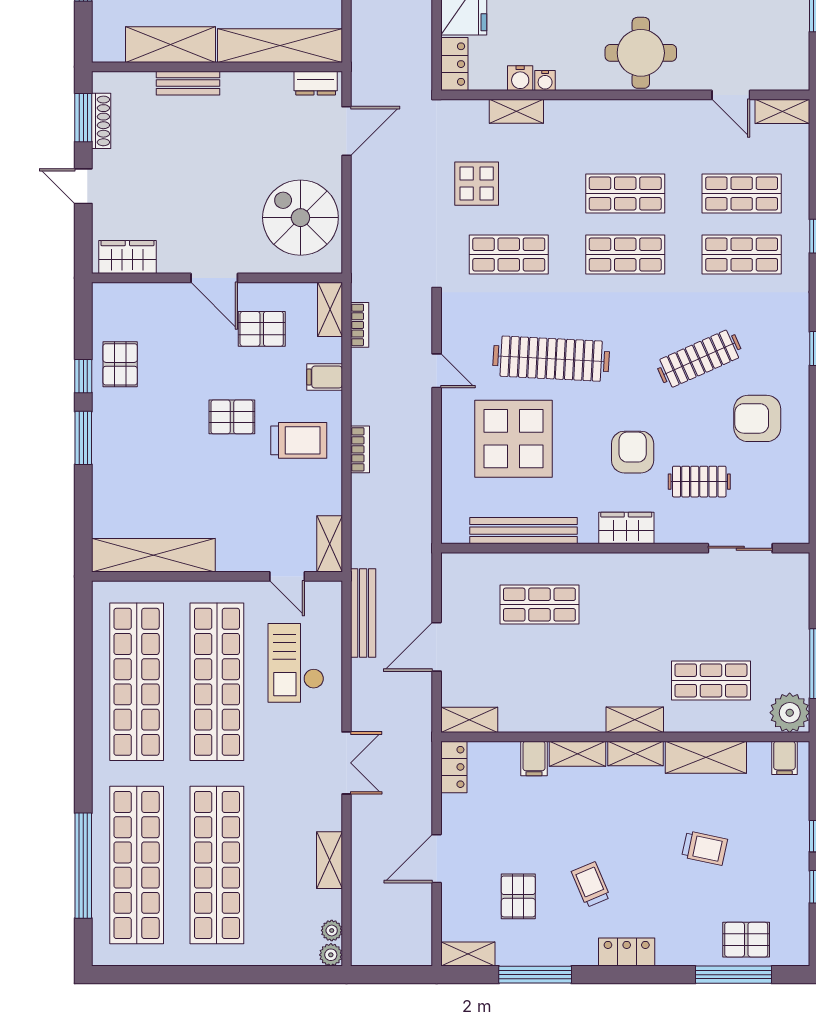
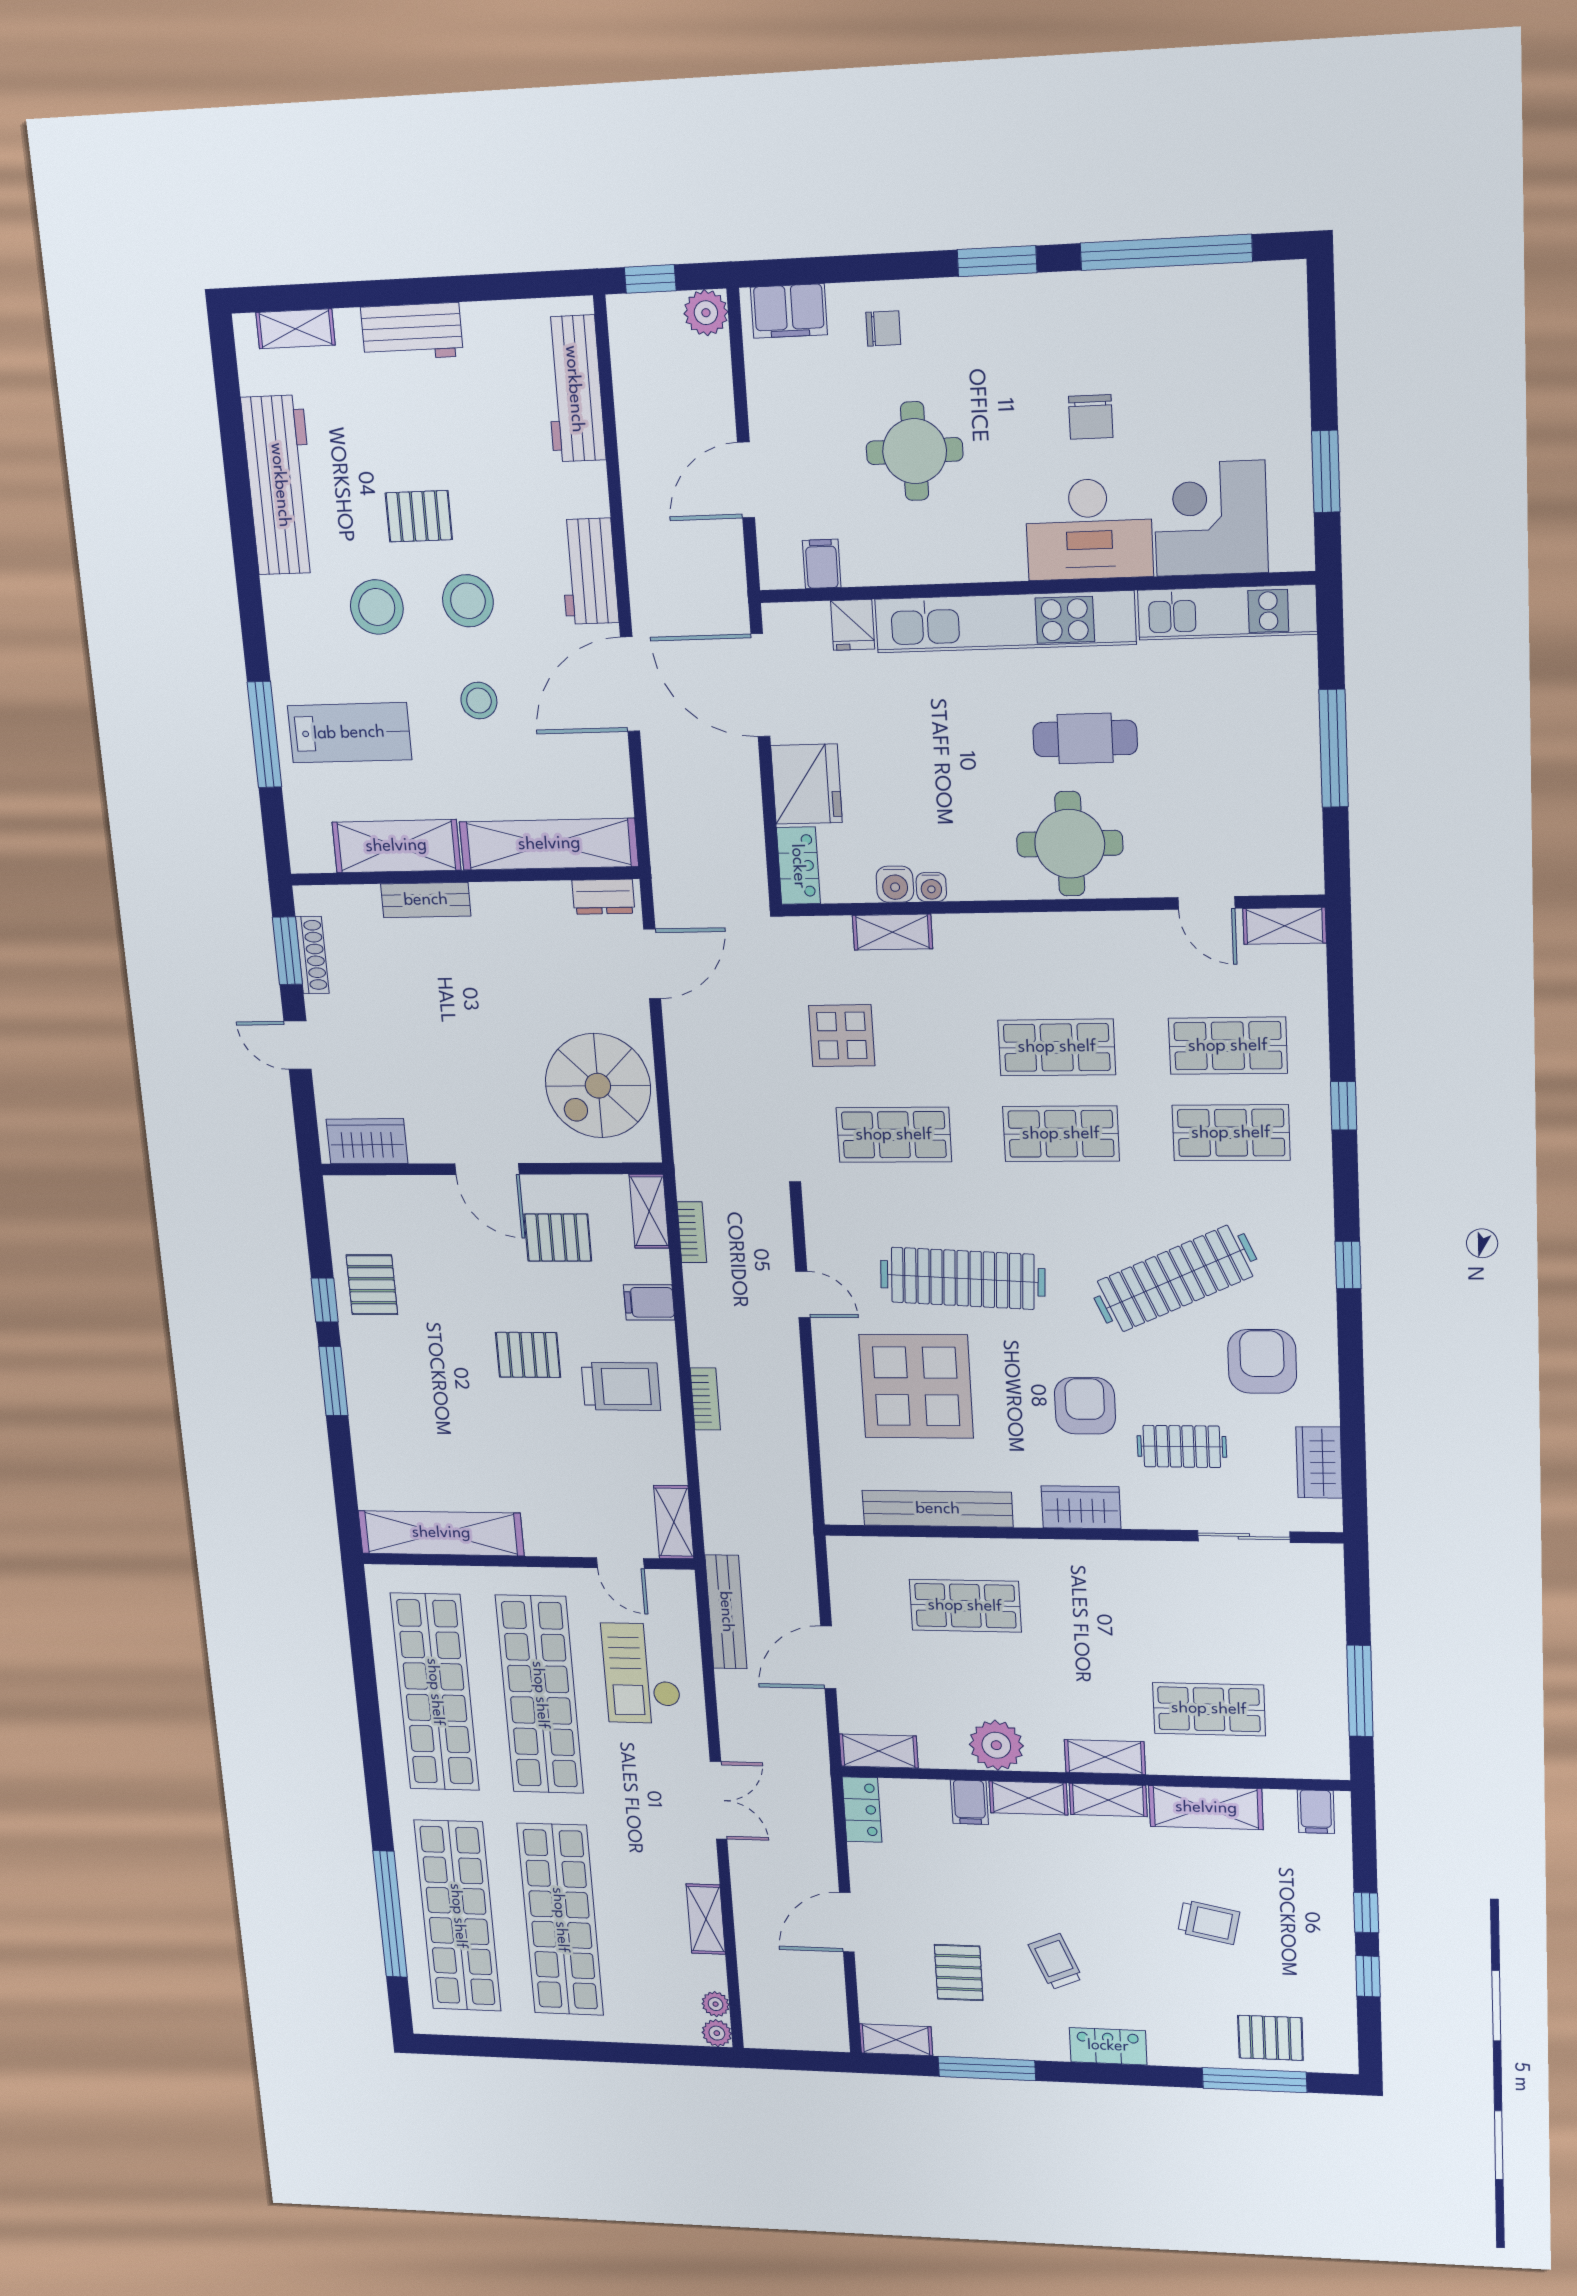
spiral stairs: (300, 218) -> (598, 1086), turned -90
clothes rail: (699, 359) -> (1175, 1279), width x1.37, depth x1.31
armchair: (757, 418) -> (1262, 1361), turned 90
wardrobe: (794, 492) -> (1319, 1462), added
plant: (790, 713) -> (996, 1745), moved

